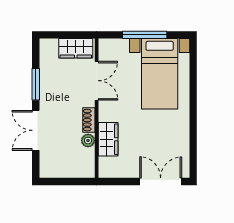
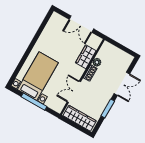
wardrobe: (76, 48) -> (80, 118), width x1.50
double door: (161, 182) -> (81, 24), moved

